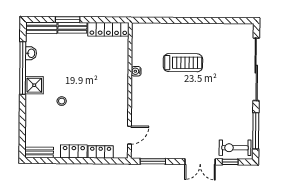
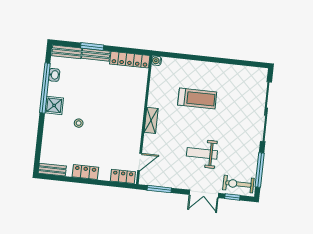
water cooler: (136, 71) -> (157, 61), moved
shelving: (137, 90) -> (151, 120), added
weight bench: (194, 120) -> (202, 153), added
locker: (101, 152) -> (123, 176), moved

